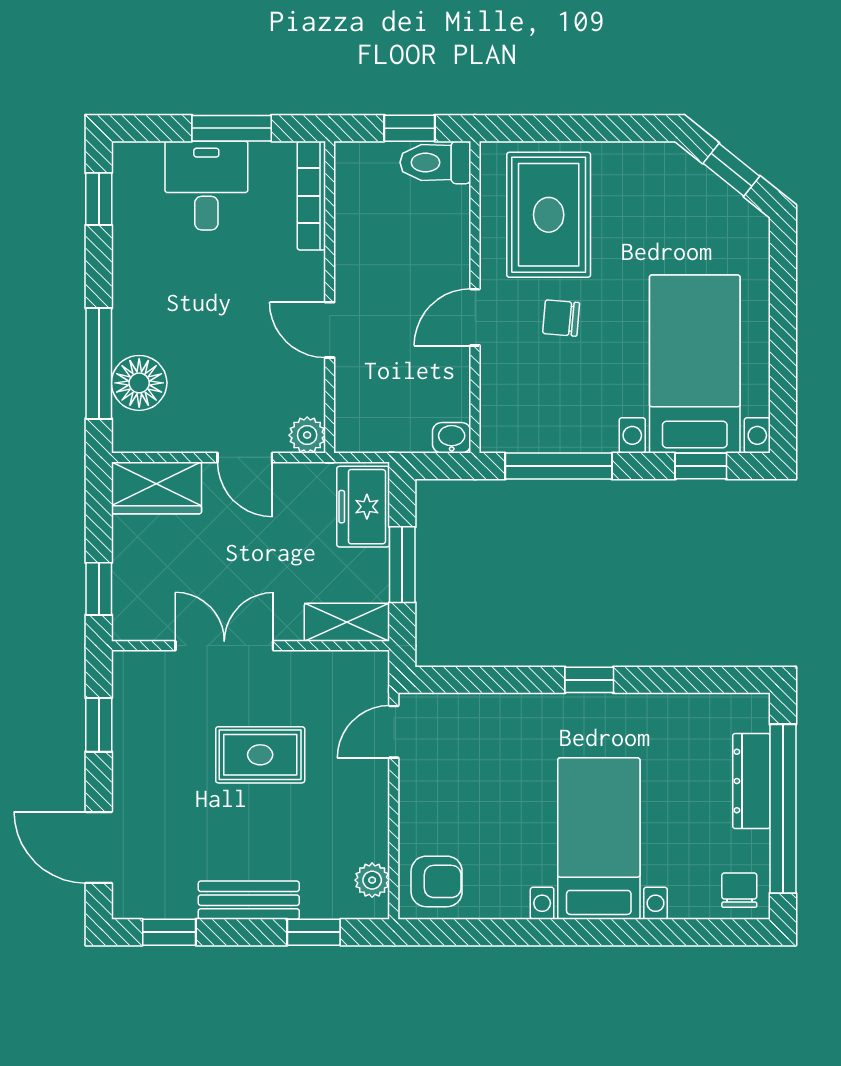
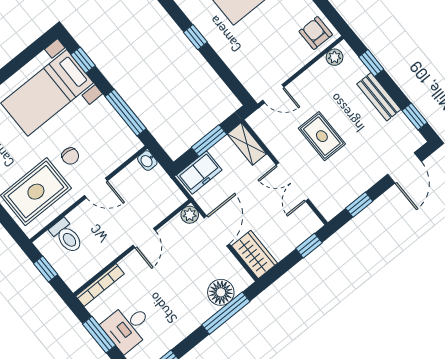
toilet: (435, 162) -> (67, 236), moved
door: (245, 457) -> (217, 231), width x1.38

